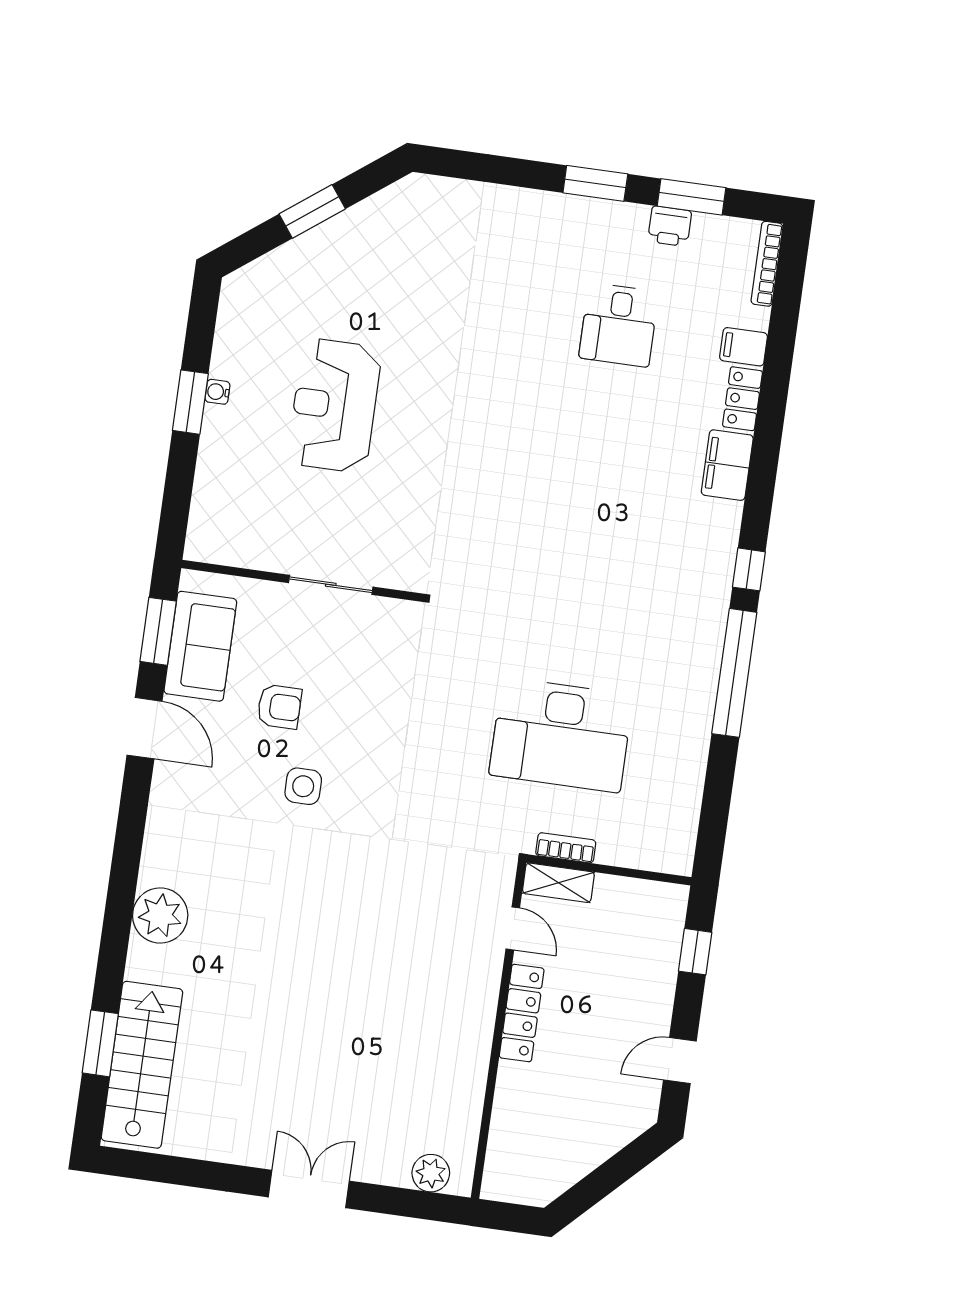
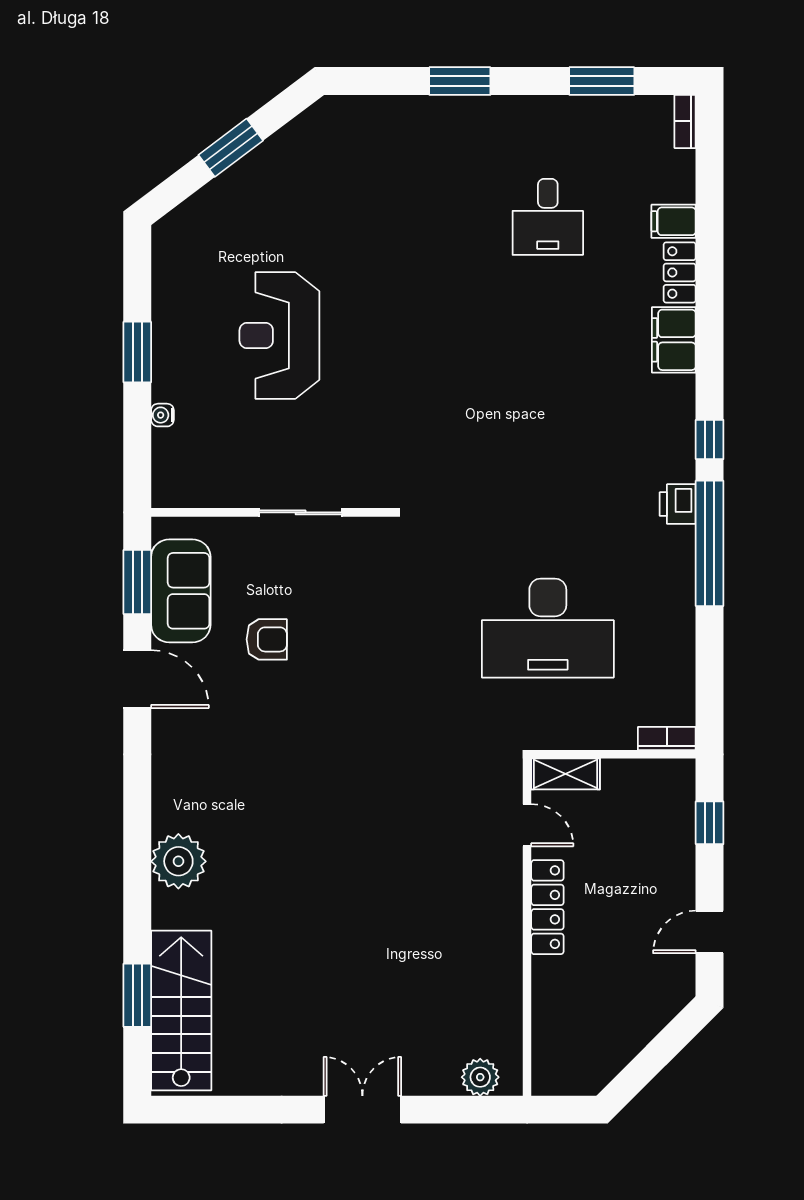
window: (595, 183) -> (460, 81), moved
printer: (670, 226) -> (678, 504), moved, turned 90
bookcase: (767, 264) -> (685, 121), width x0.64
water cooler: (217, 392) -> (162, 415), moved
side table: (303, 786) -> (301, 714), removed
bookcase: (566, 848) -> (667, 739), moved

